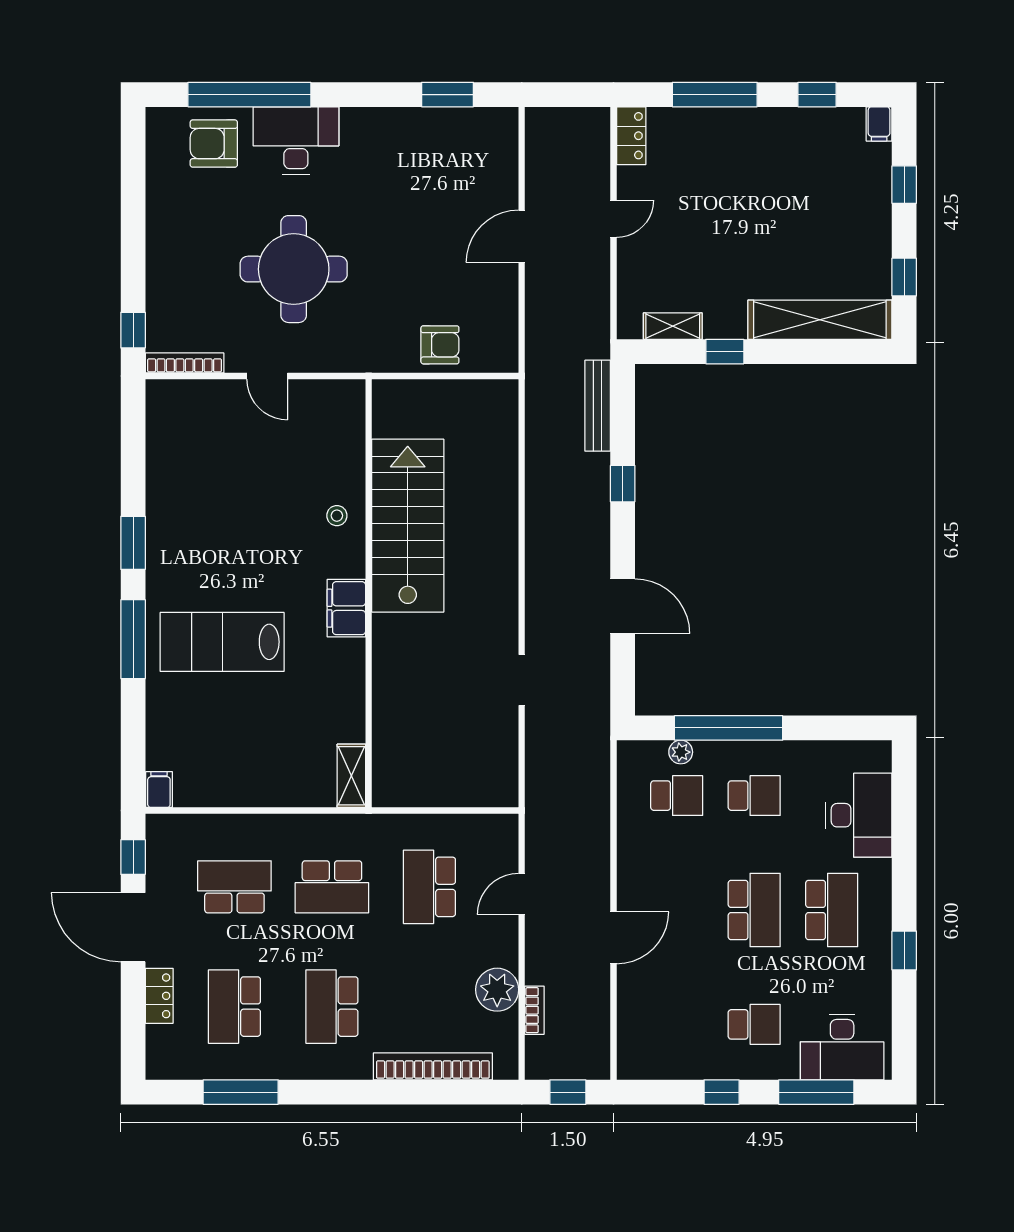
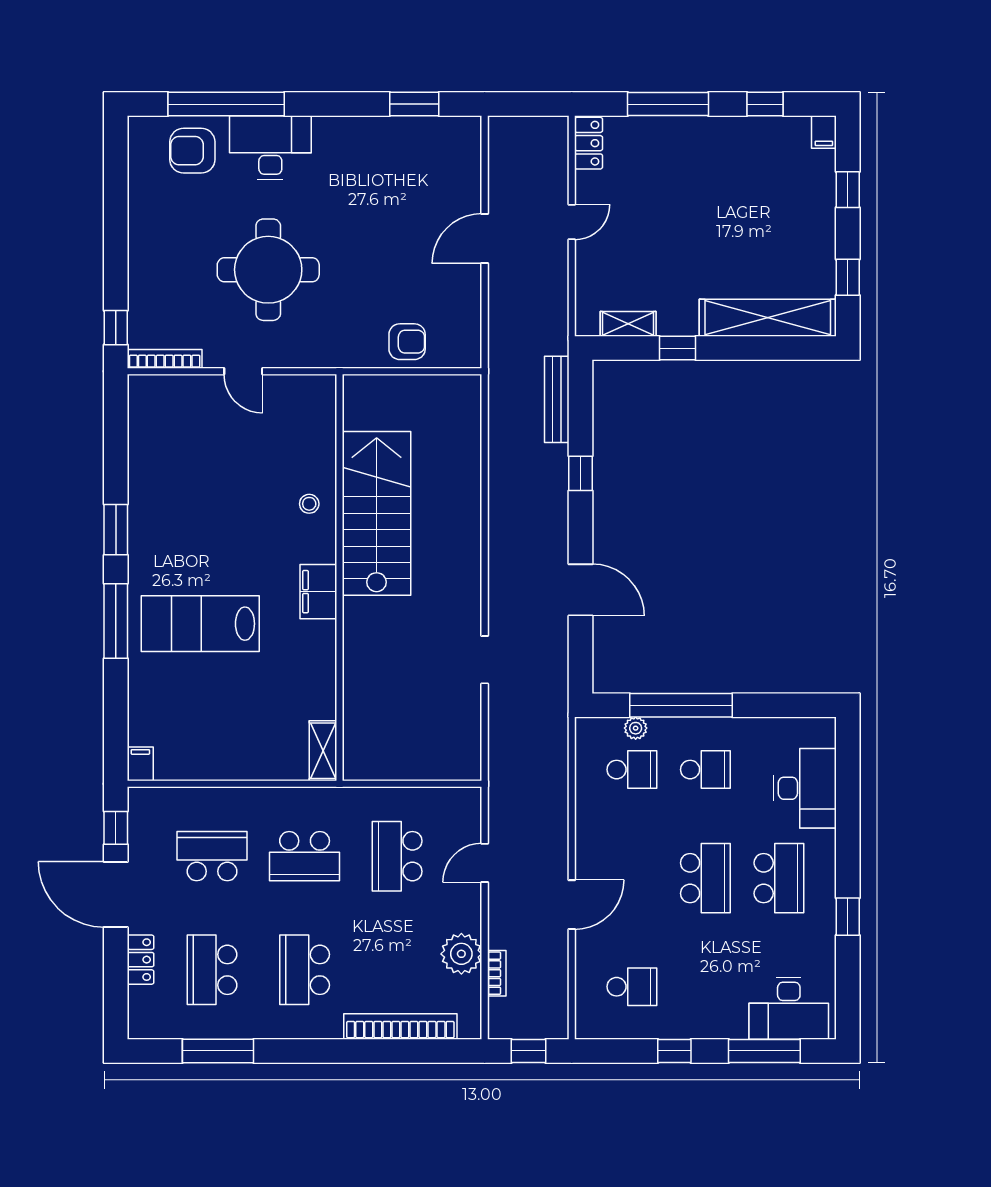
school desk: (754, 1024) -> (632, 987), moved

